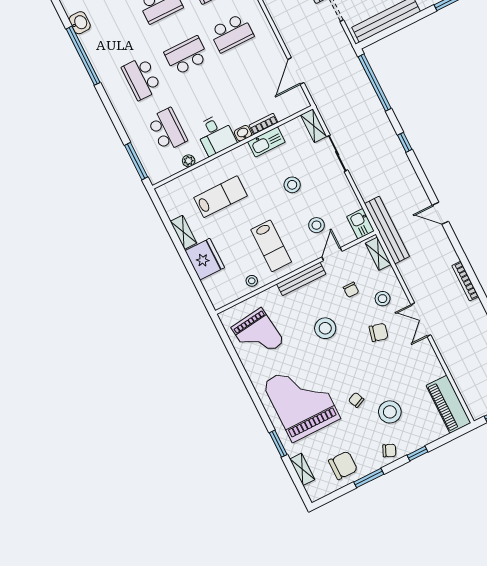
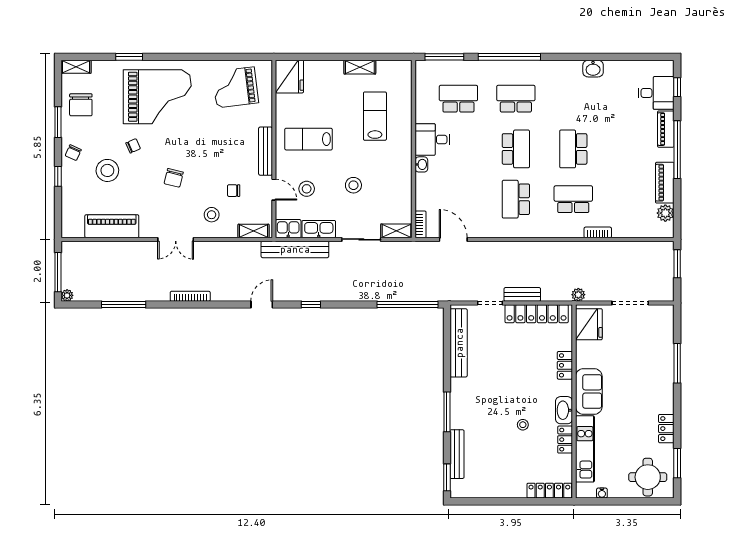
window: (83, 56) -> (509, 57), moved
bookcase: (263, 124) -> (421, 224), moved
school desk: (167, 130) -> (458, 99), turned 180
kitchen sink: (266, 142) -> (319, 229), moved, turned 90
window: (405, 142) -> (311, 305), moved
plant: (189, 161) -> (421, 104), removed
lab bench: (221, 197) -> (375, 116), turned 180
bench: (387, 230) -> (295, 249), moved
fridge: (205, 259) -> (289, 77), moved, turned -90
stool: (252, 281) -> (286, 106), removed
double door: (421, 320) -> (176, 239), swing flipped
stool: (325, 328) -> (211, 150), removed
chair: (379, 332) -> (174, 178), moved
piano: (449, 404) -> (112, 226), moved
shelving: (302, 469) -> (76, 67), moved

